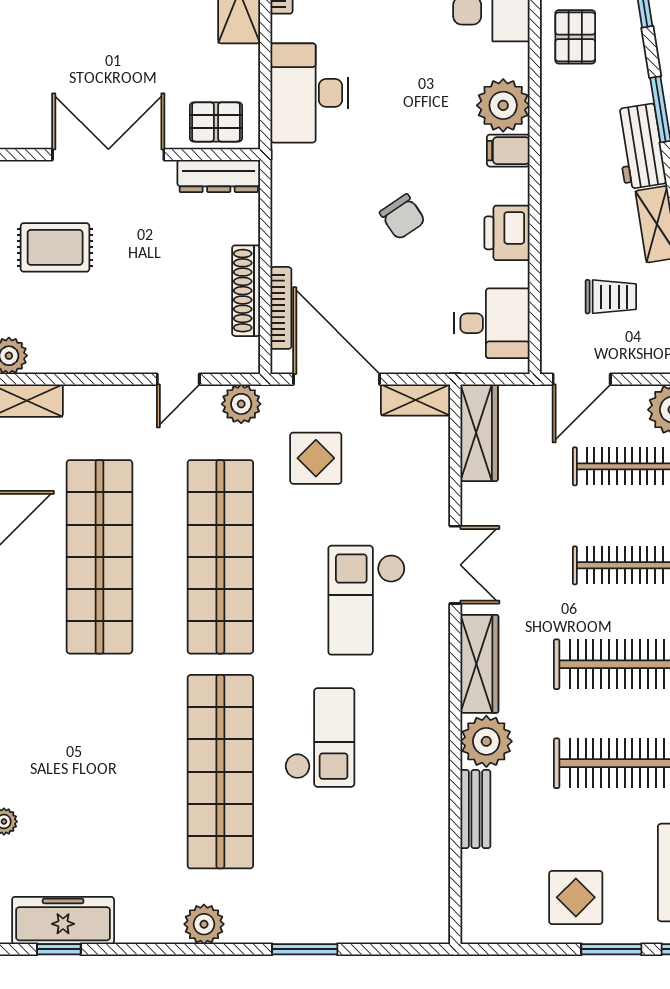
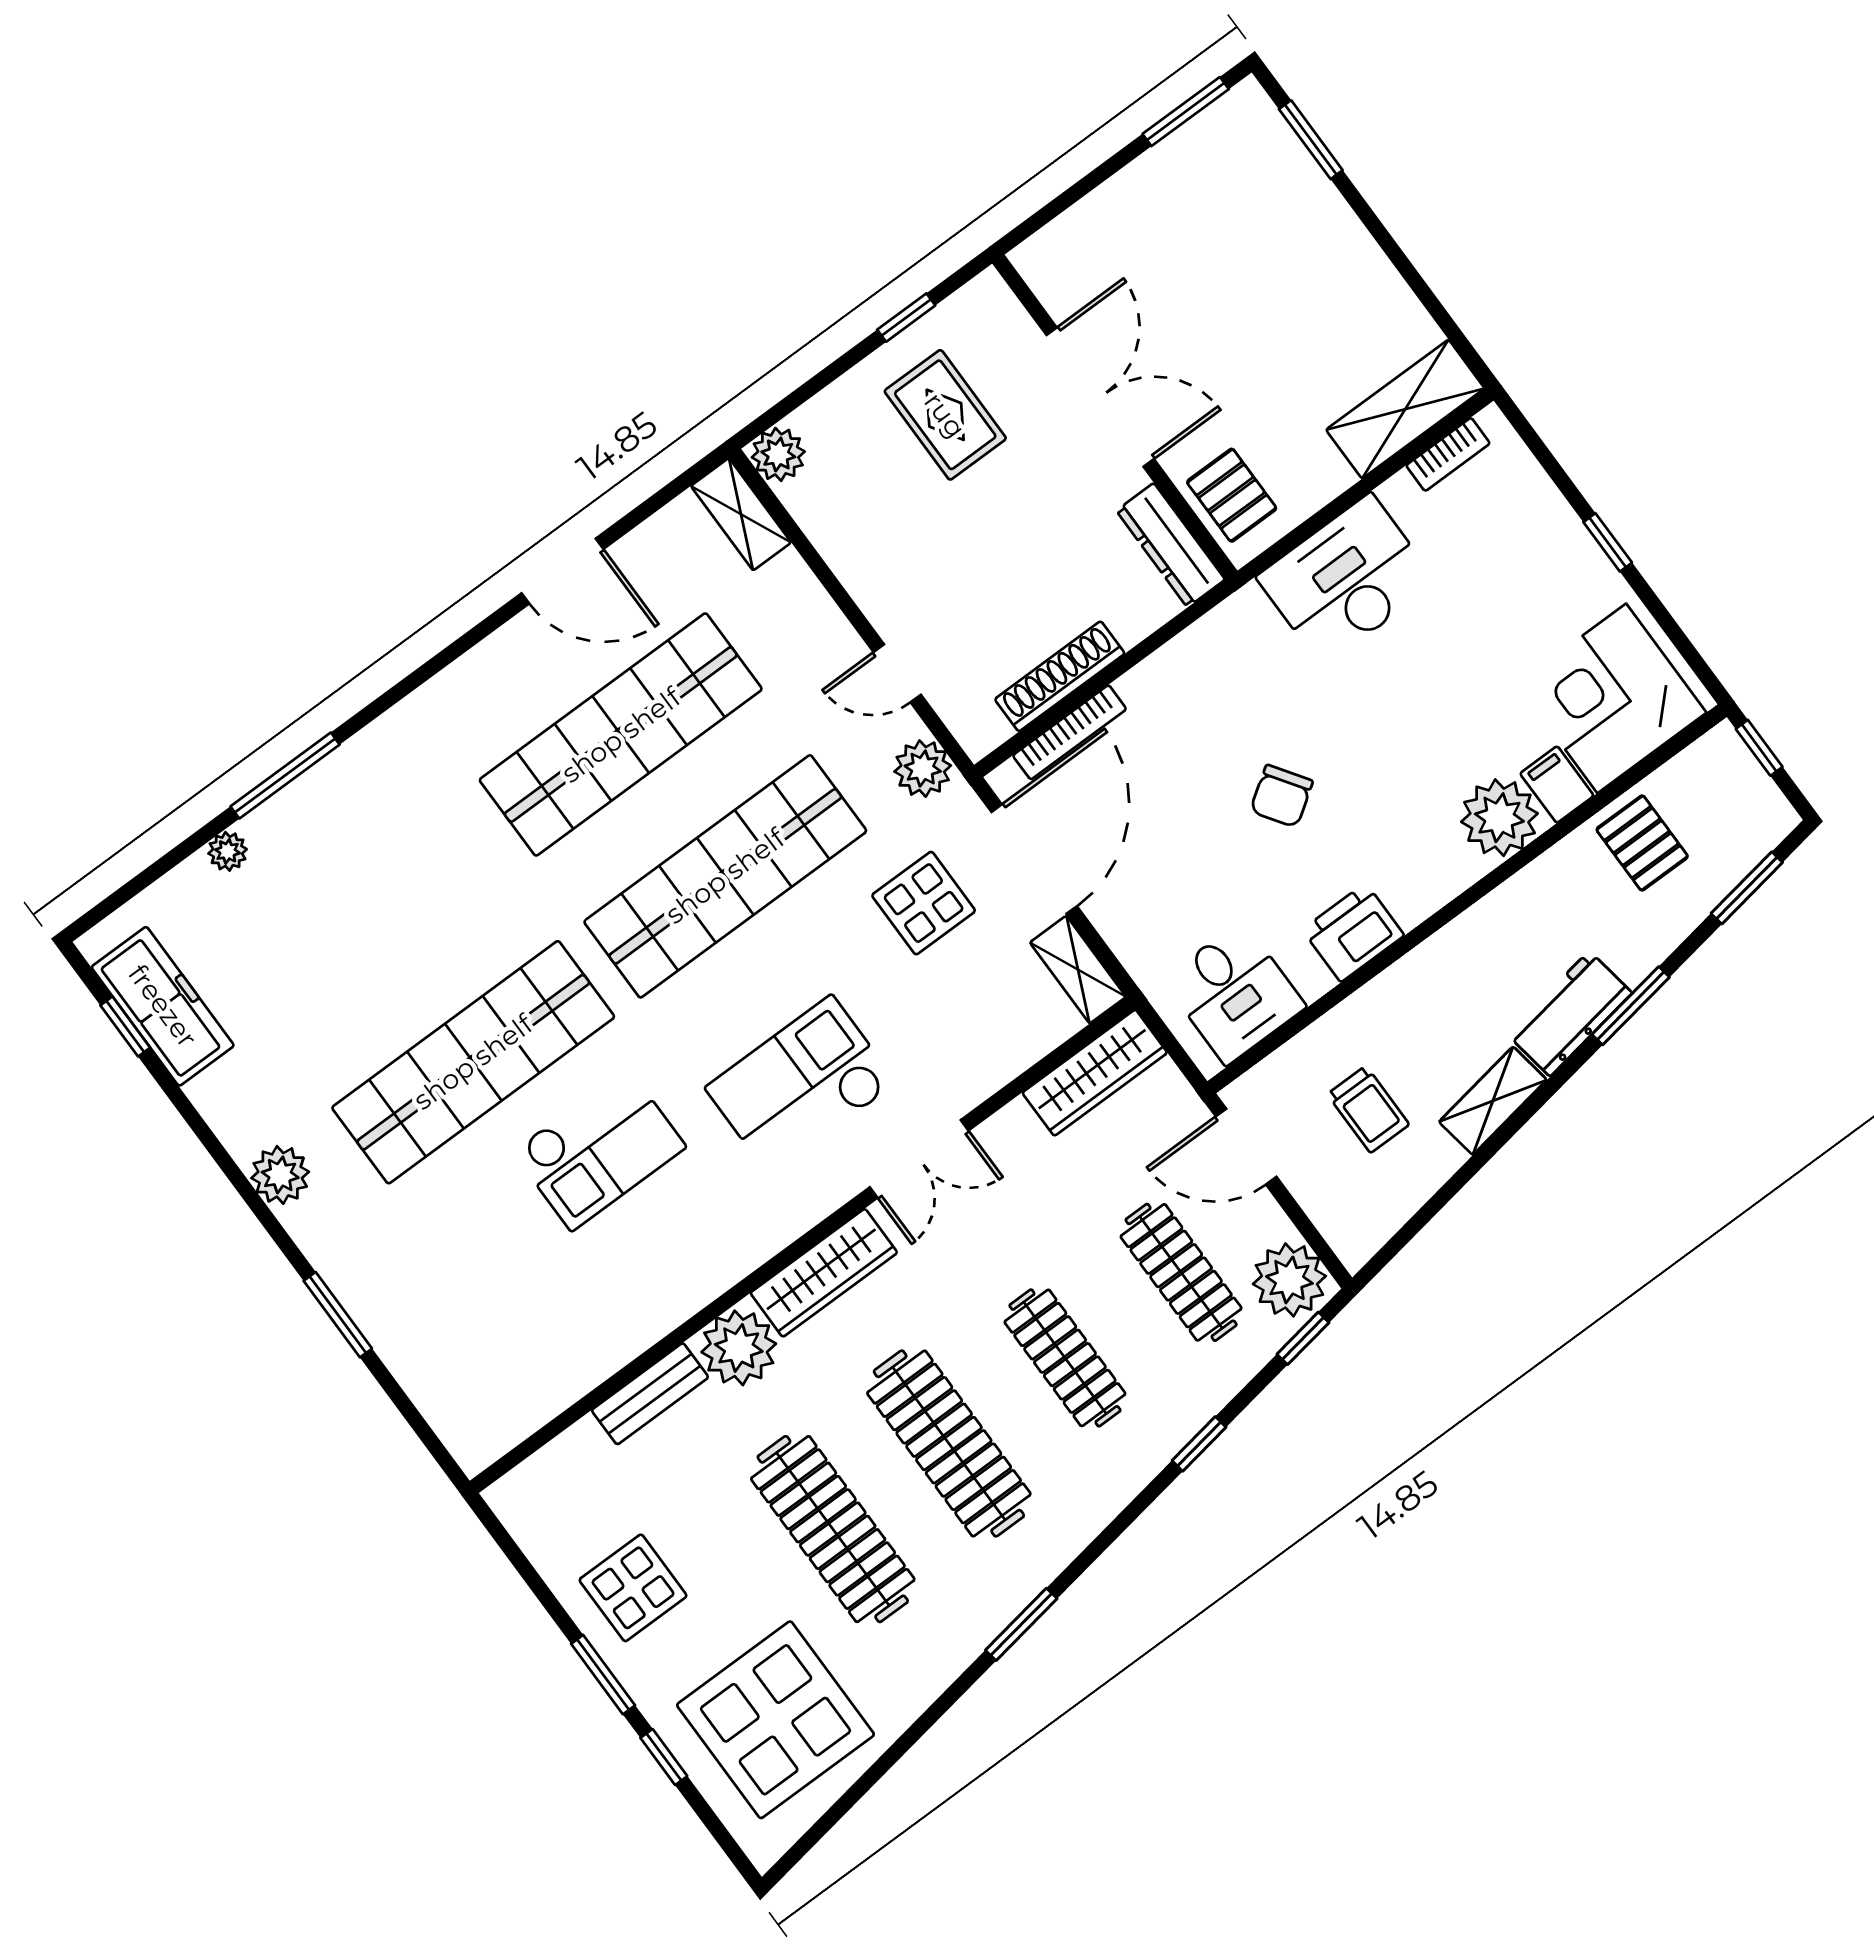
pallet: (575, 37) -> (1642, 843), turned 90
filing cabinet: (508, 151) -> (1557, 785), moved

